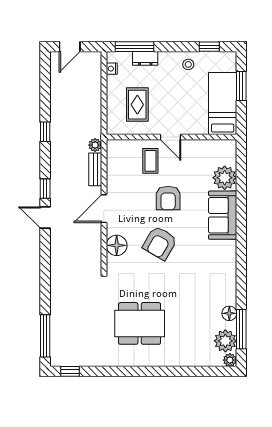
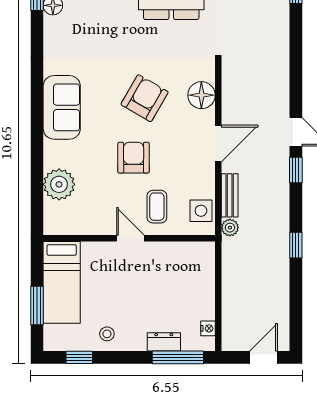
rug: (137, 105) -> (174, 281), removed
side table: (117, 158) -> (201, 211), added
sofa: (223, 215) -> (62, 107), moved

